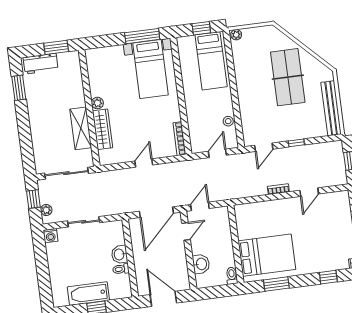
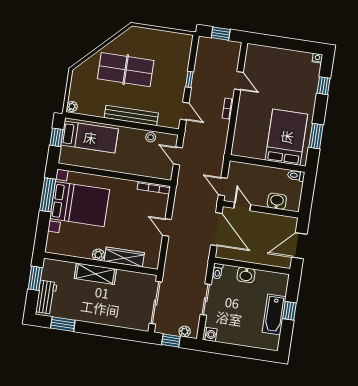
bed with nightstands: (151, 69) -> (80, 204), width x1.36
bench: (331, 108) -> (131, 115), moved
shelving: (81, 128) -> (95, 274), moved
toilet: (121, 269) -> (218, 271), moved

